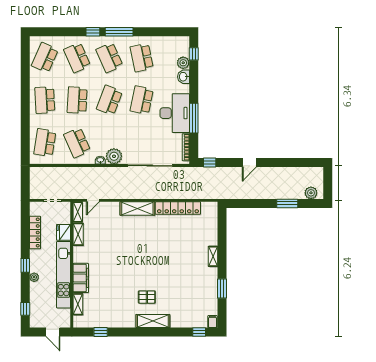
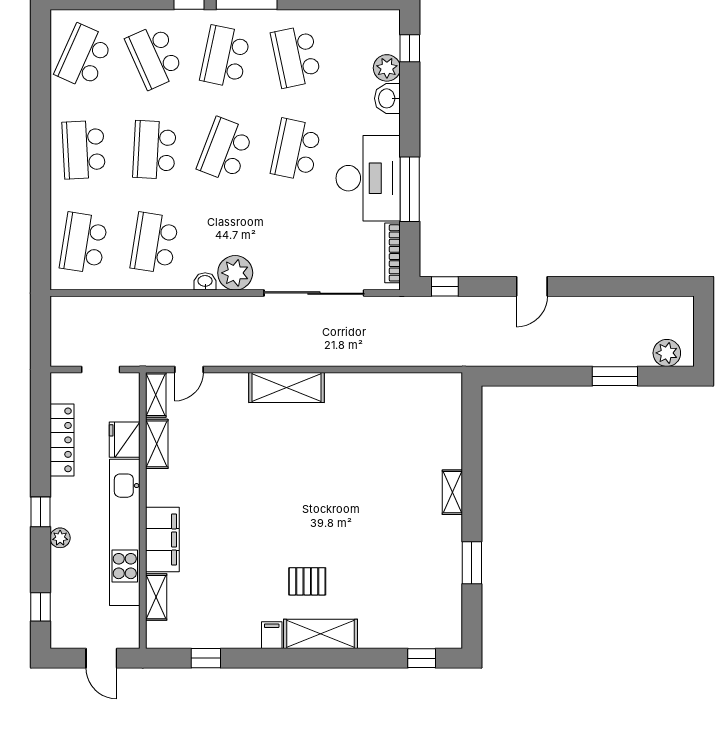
school desk: (109, 58) -> (225, 57), turned 36
school desk: (77, 143) -> (154, 243), turned 33
locker: (178, 208) -> (375, 386), removed
filing cabinet: (212, 322) -> (272, 635), moved

